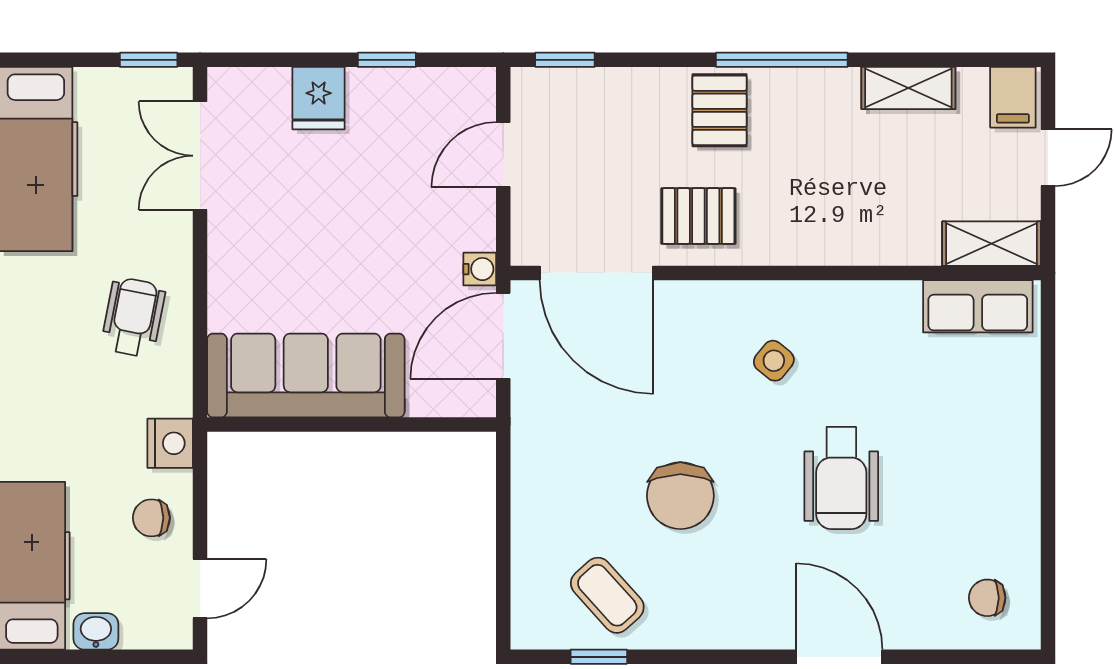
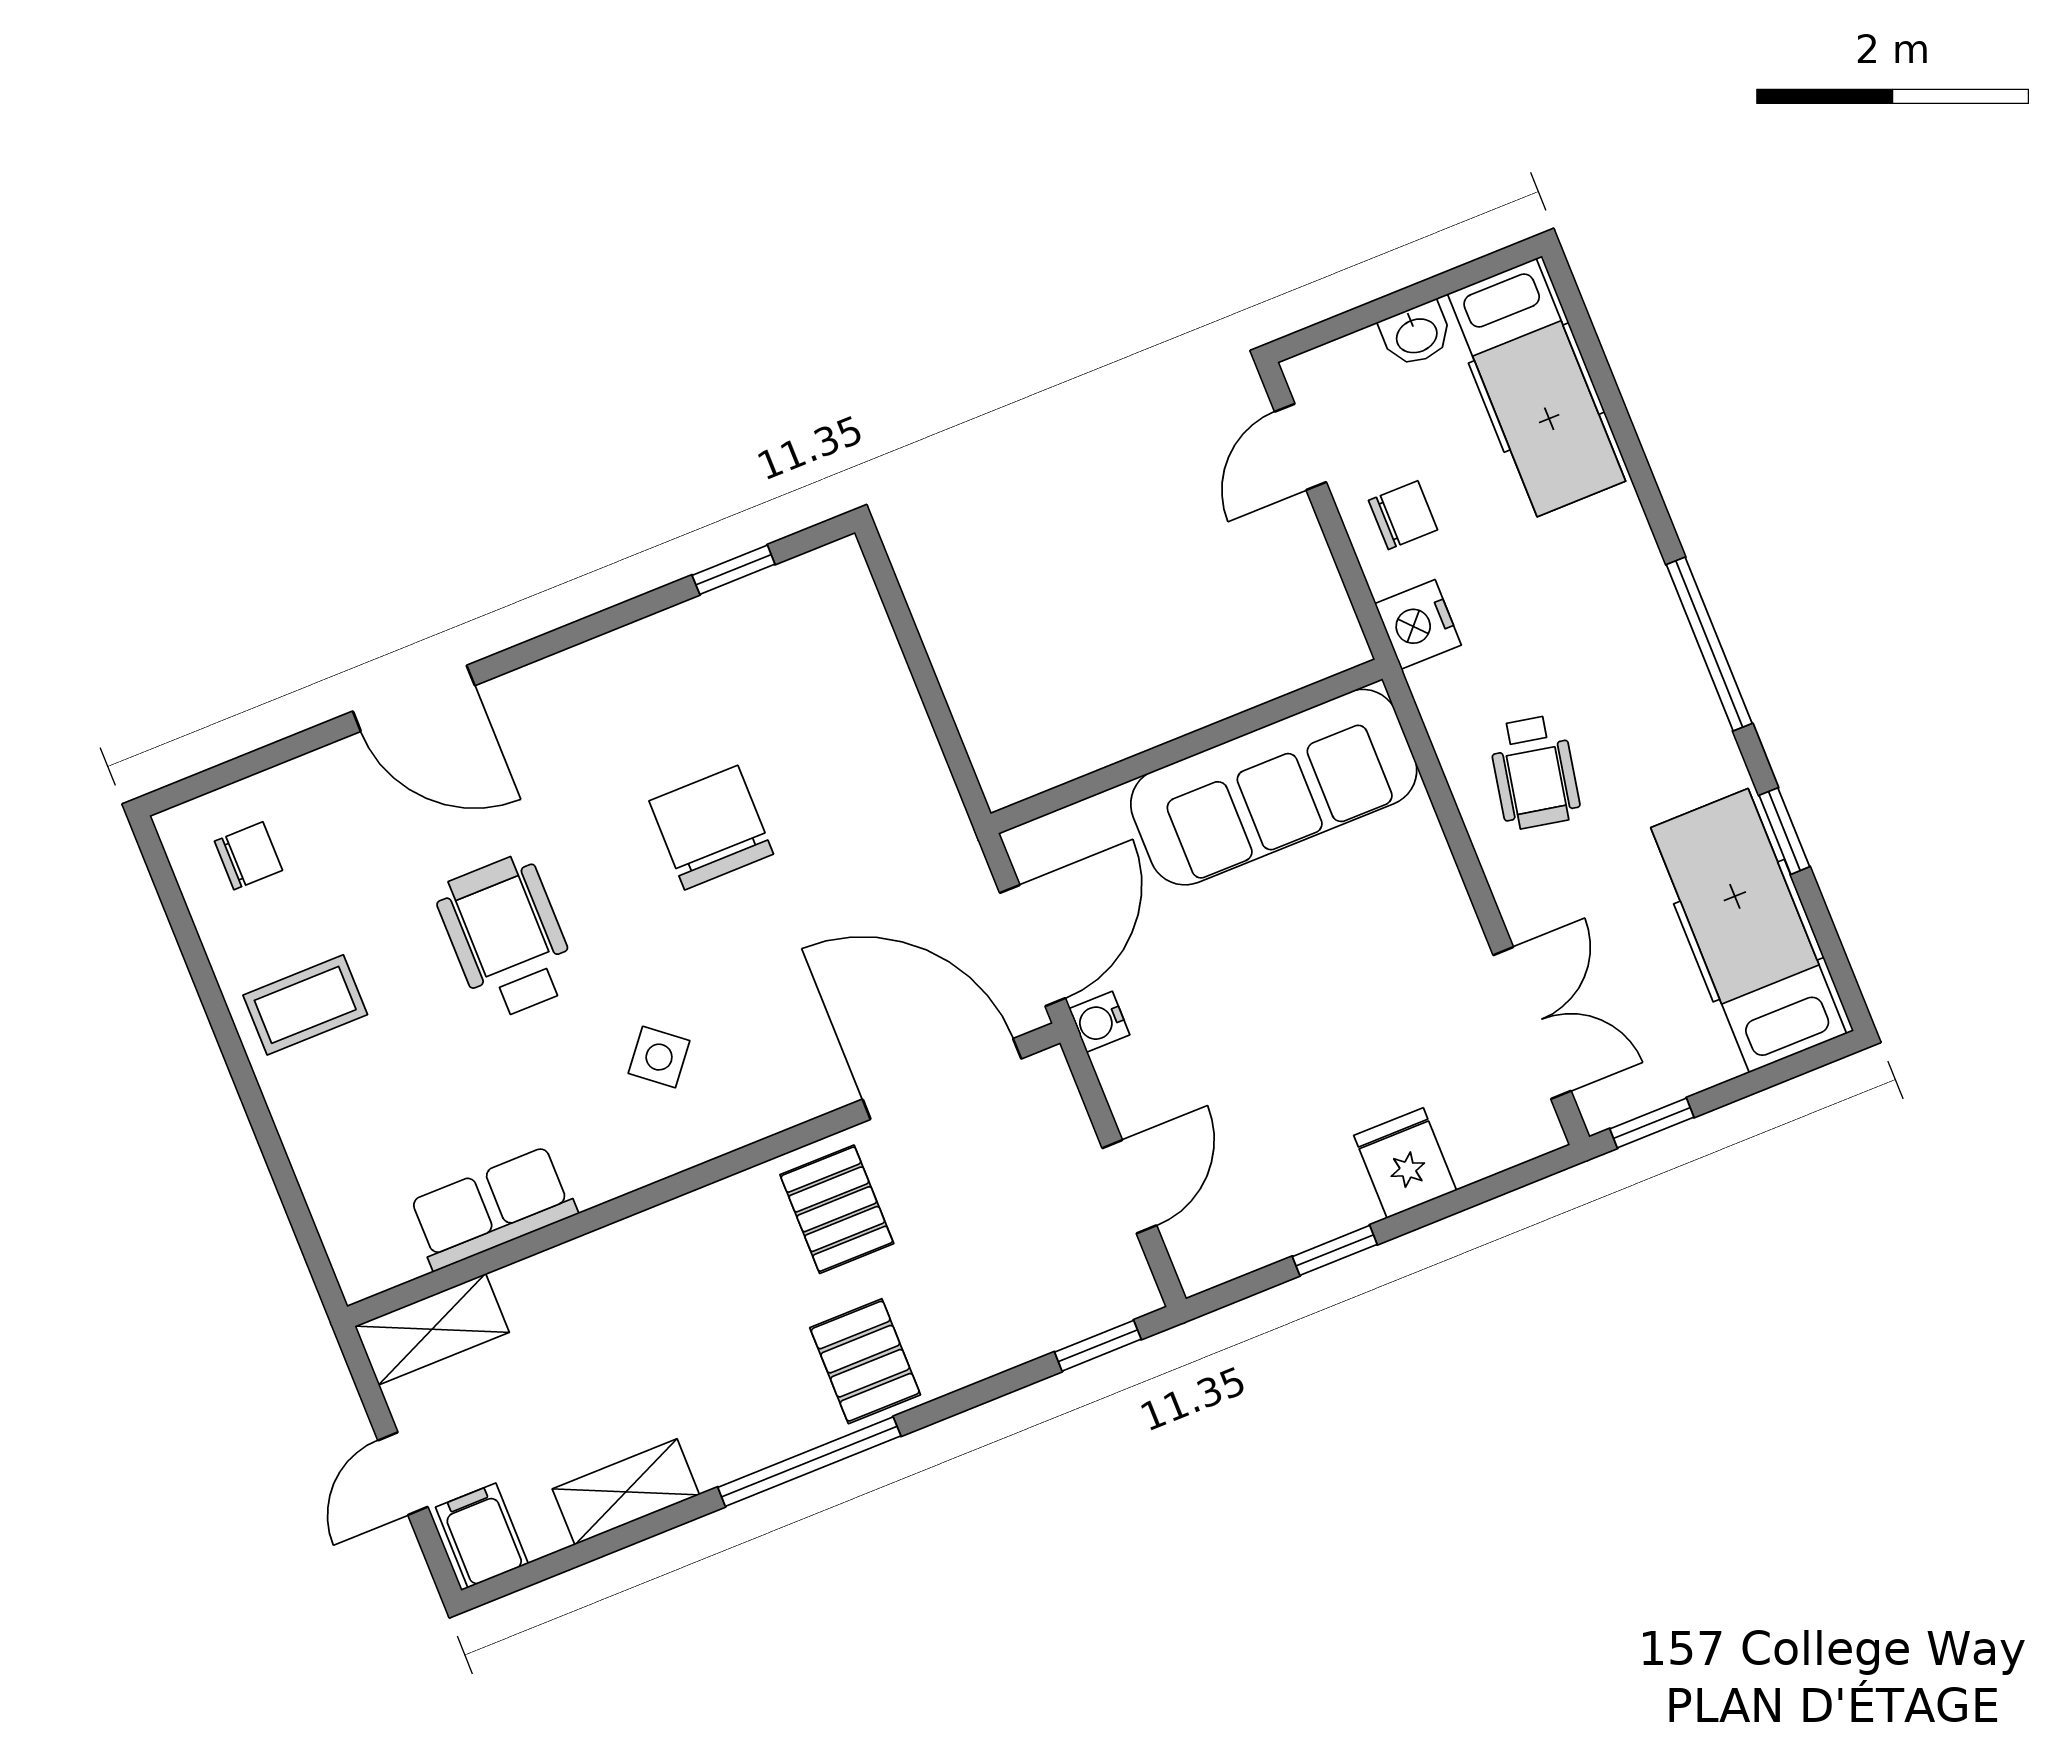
pallet: (698, 216) -> (837, 1209), turned 90
row of seats: (978, 306) -> (492, 1208), moved
coffee table: (607, 595) -> (305, 1005), moved, turned -48

